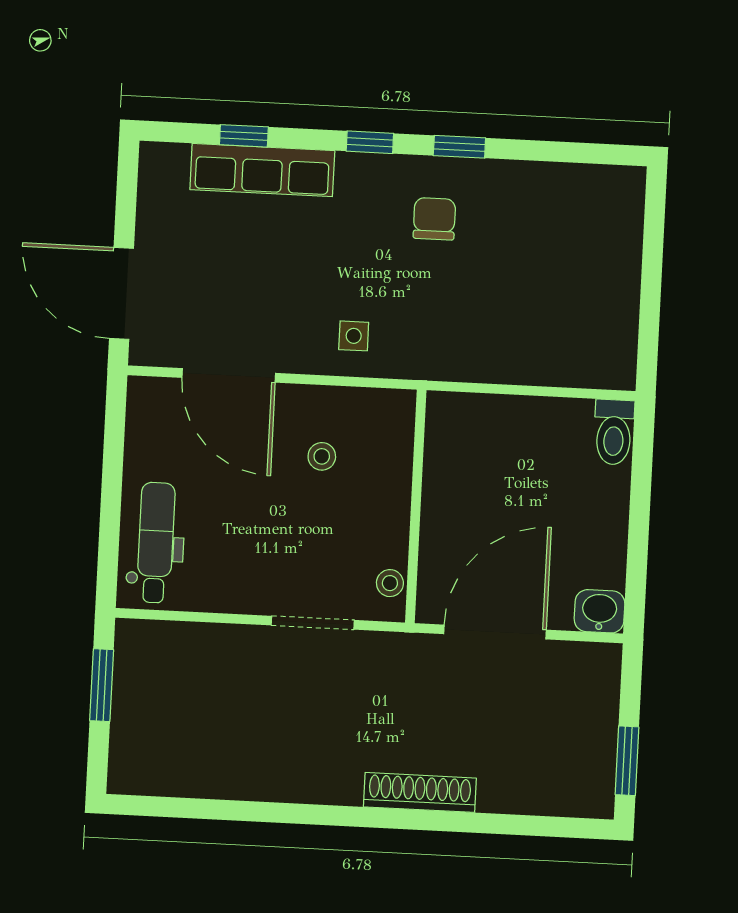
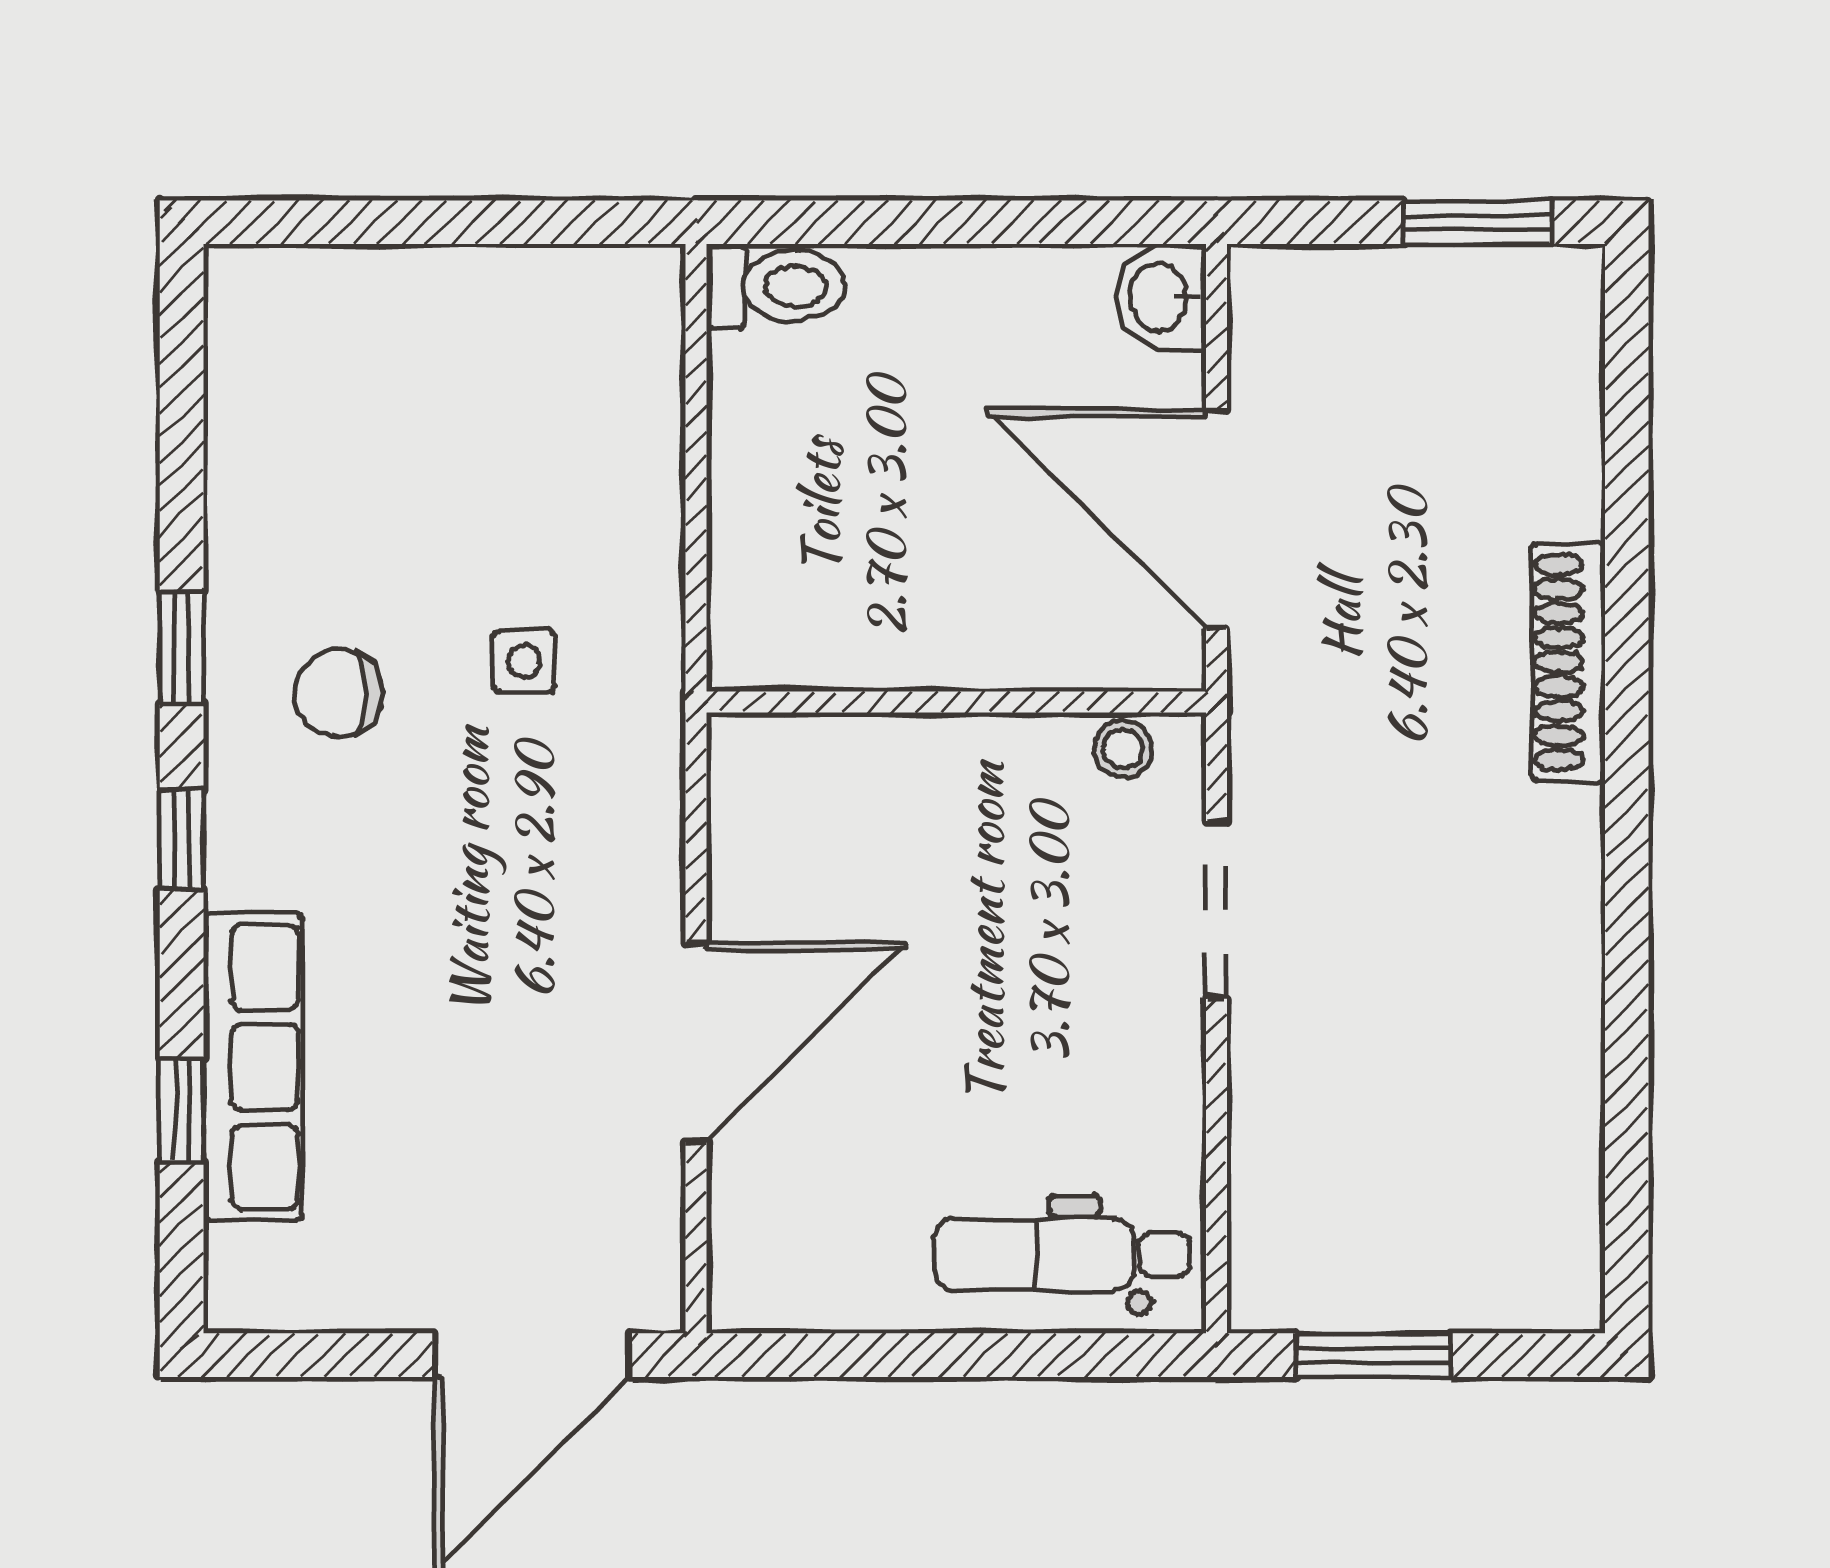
side table: (354, 336) -> (524, 661), moved
door: (229, 375) -> (696, 1042), moved
stool: (322, 456) -> (859, 909), removed

